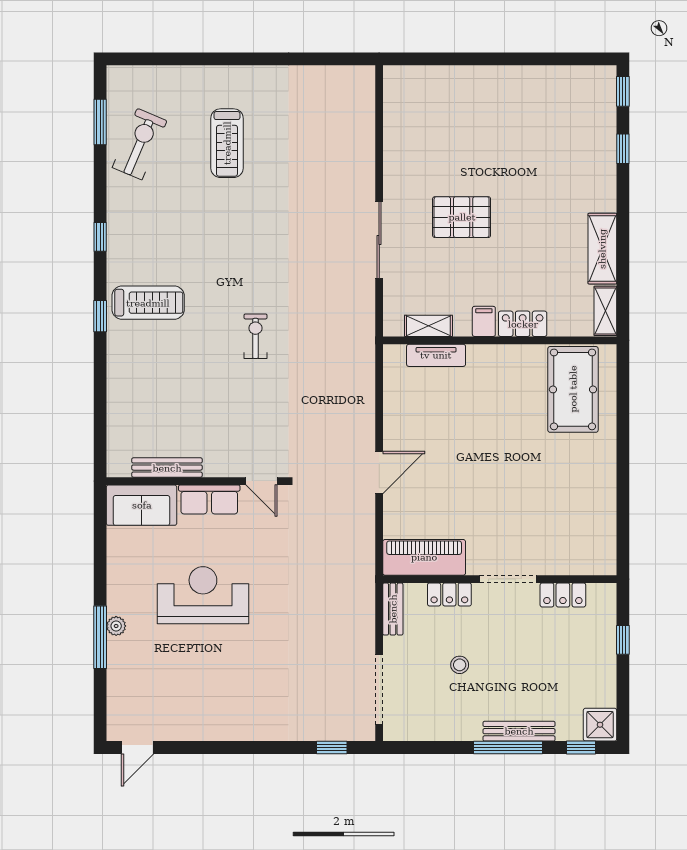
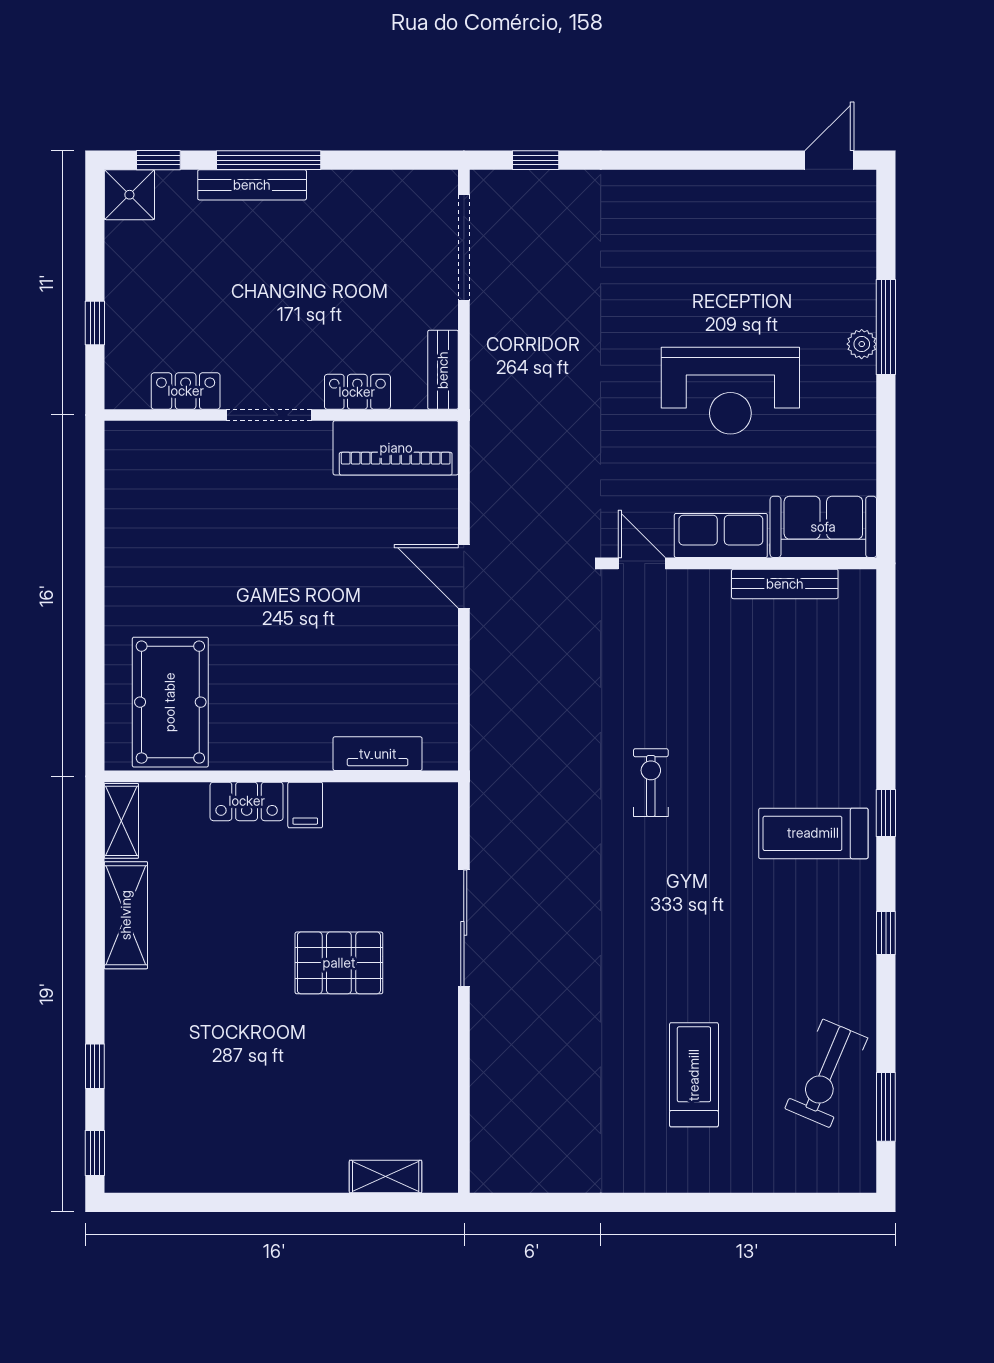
shelving: (428, 326) -> (386, 1177), moved
exercise bike: (255, 336) -> (651, 783), turned 180
door: (379, 473) -> (464, 576), hinge flipped
stool: (460, 665) -> (342, 285), removed

